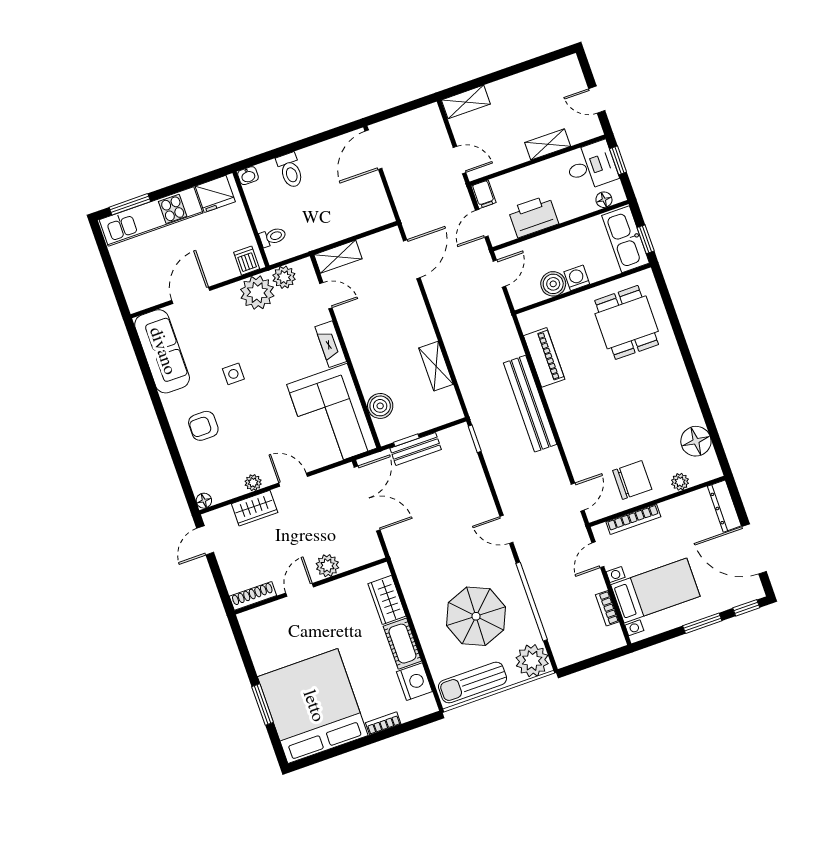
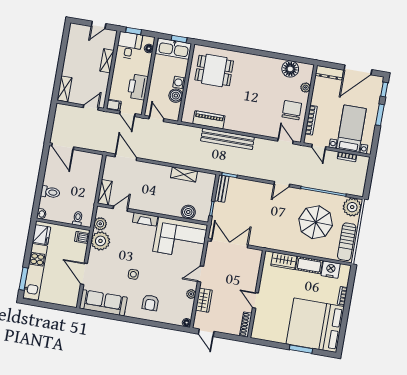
bench: (416, 449) -> (222, 189), moved
plant: (327, 566) -> (251, 280), removed

